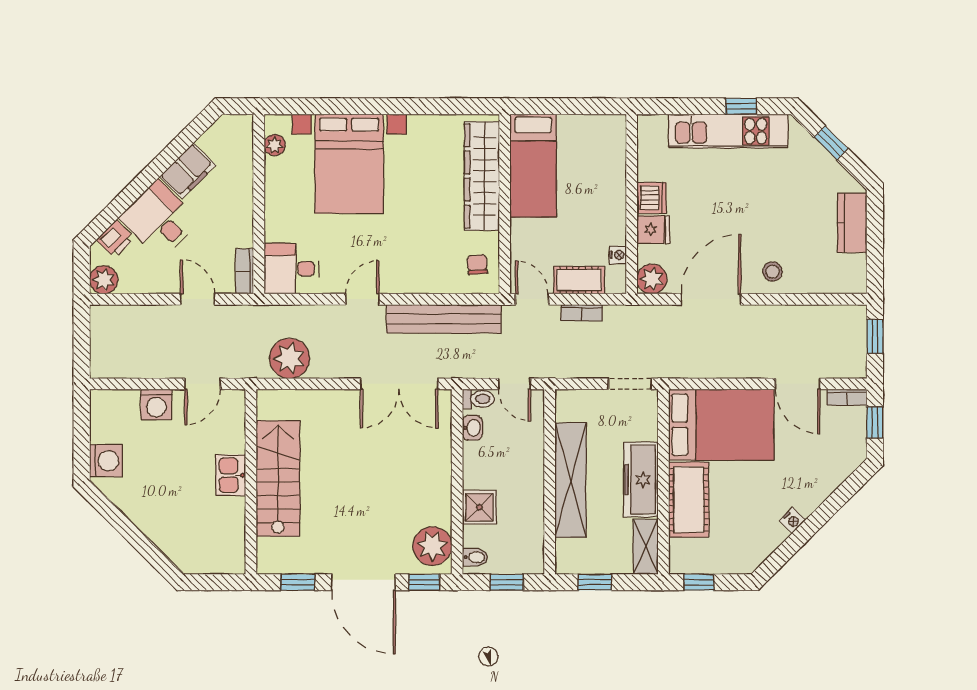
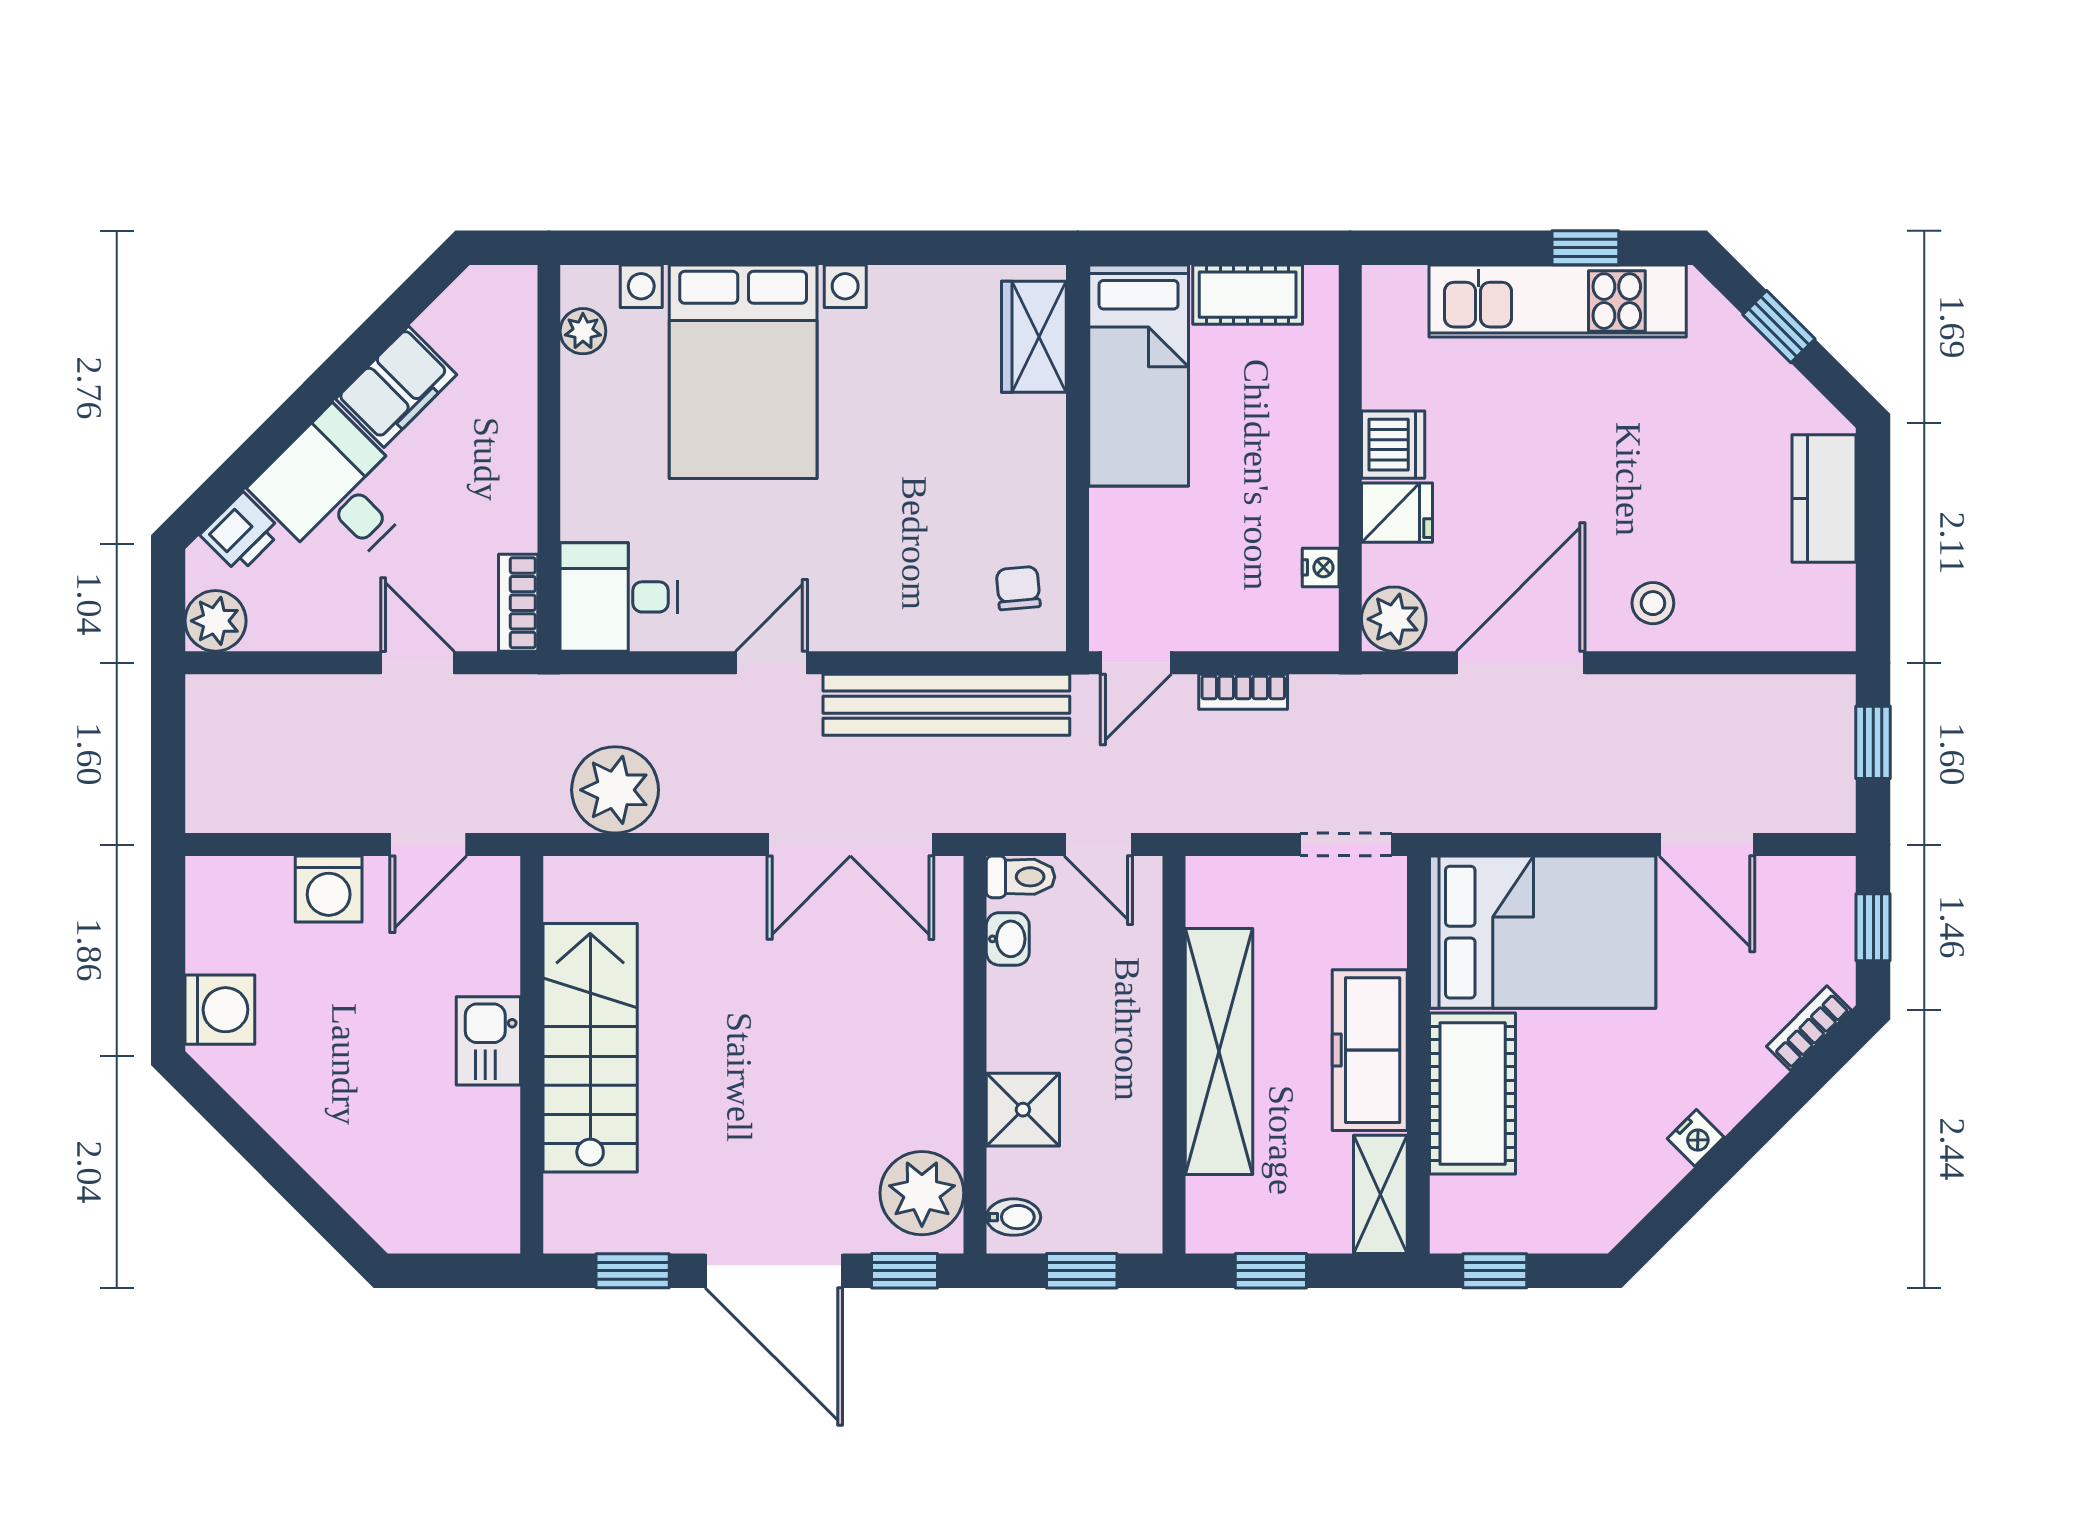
wardrobe: (482, 176) -> (1034, 337), width x0.48, depth x0.85
cot: (579, 280) -> (1248, 295), moved
door: (532, 299) -> (1136, 663), swing flipped
bookcase: (847, 397) -> (1809, 1028), moved, turned 135

